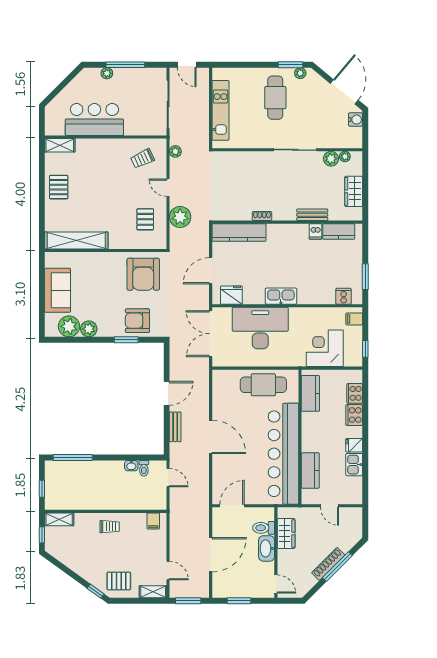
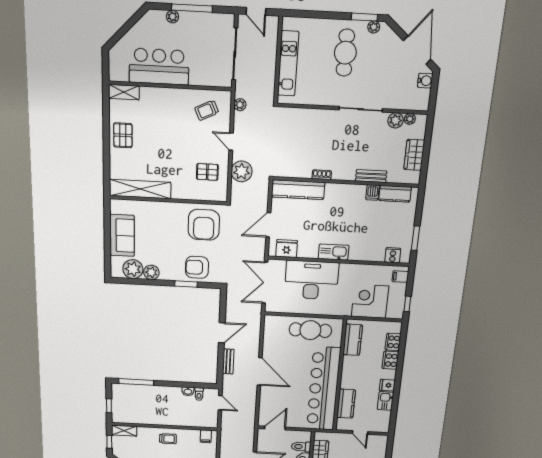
pallet: (145, 219) -> (207, 172), turned 90

